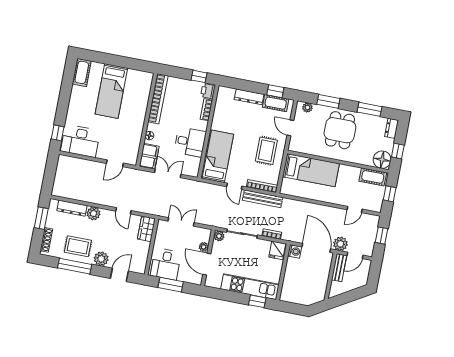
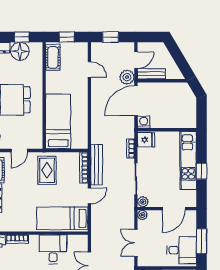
rug: (266, 151) -> (47, 170), turned 90
floor lamp: (382, 160) -> (20, 51), moved
plant: (204, 247) -> (142, 215), moved
door: (355, 255) -> (136, 60), hinge flipped
window: (257, 301) -> (202, 171), moved

